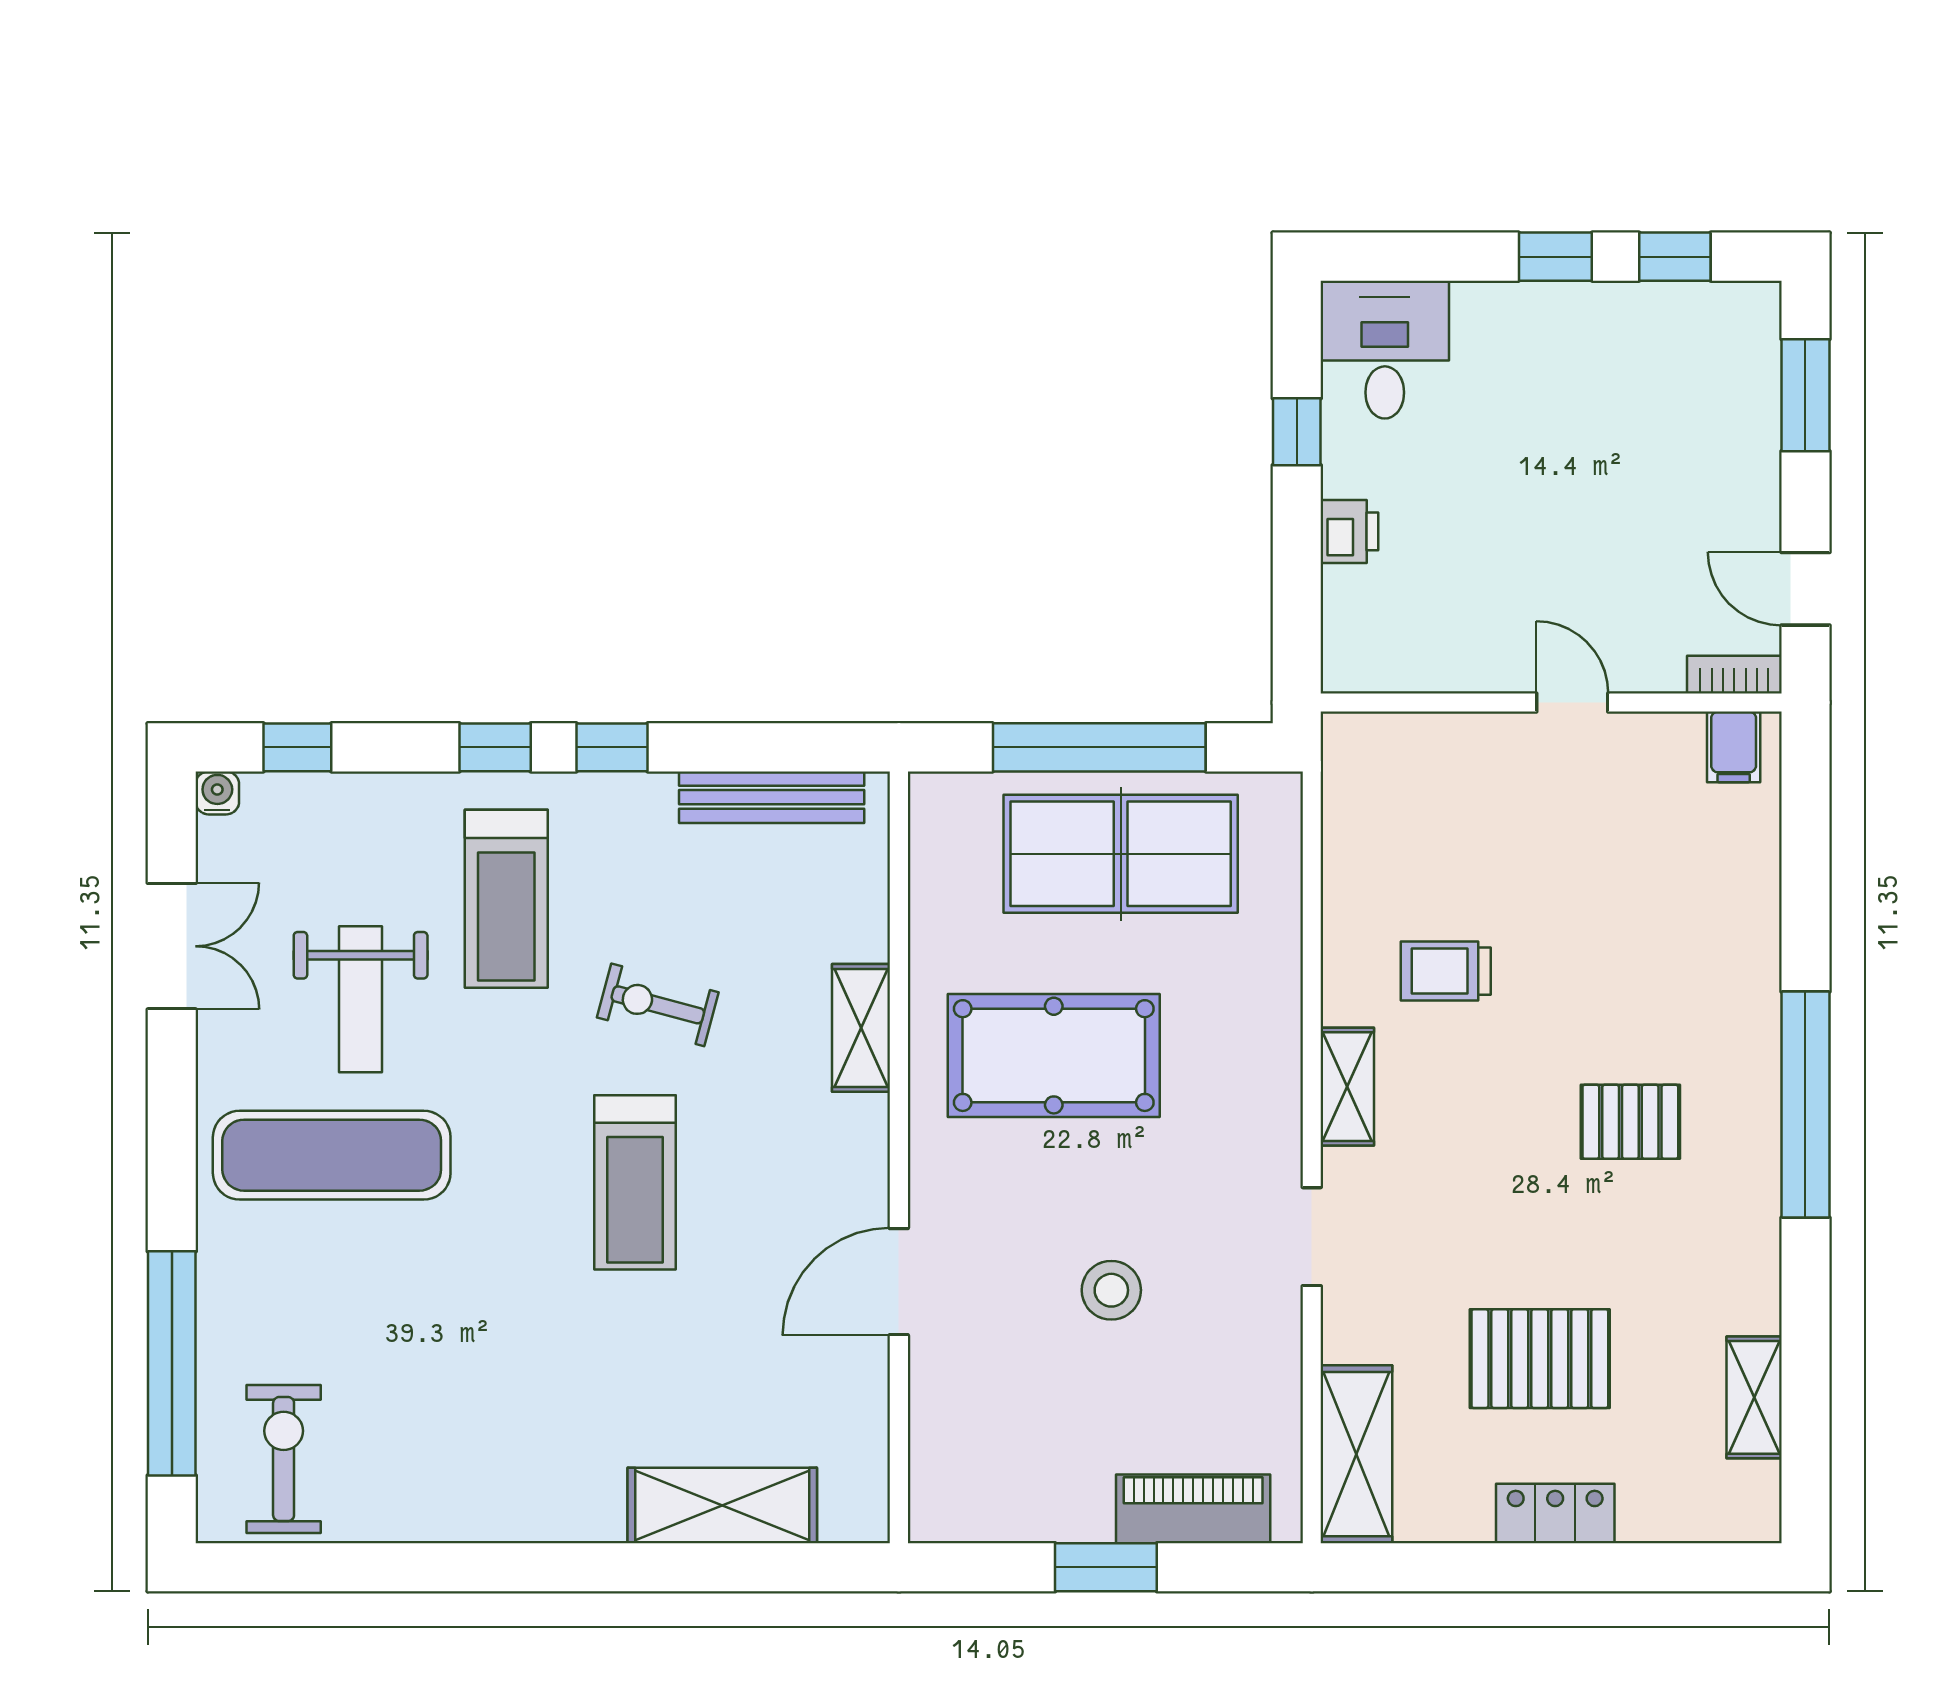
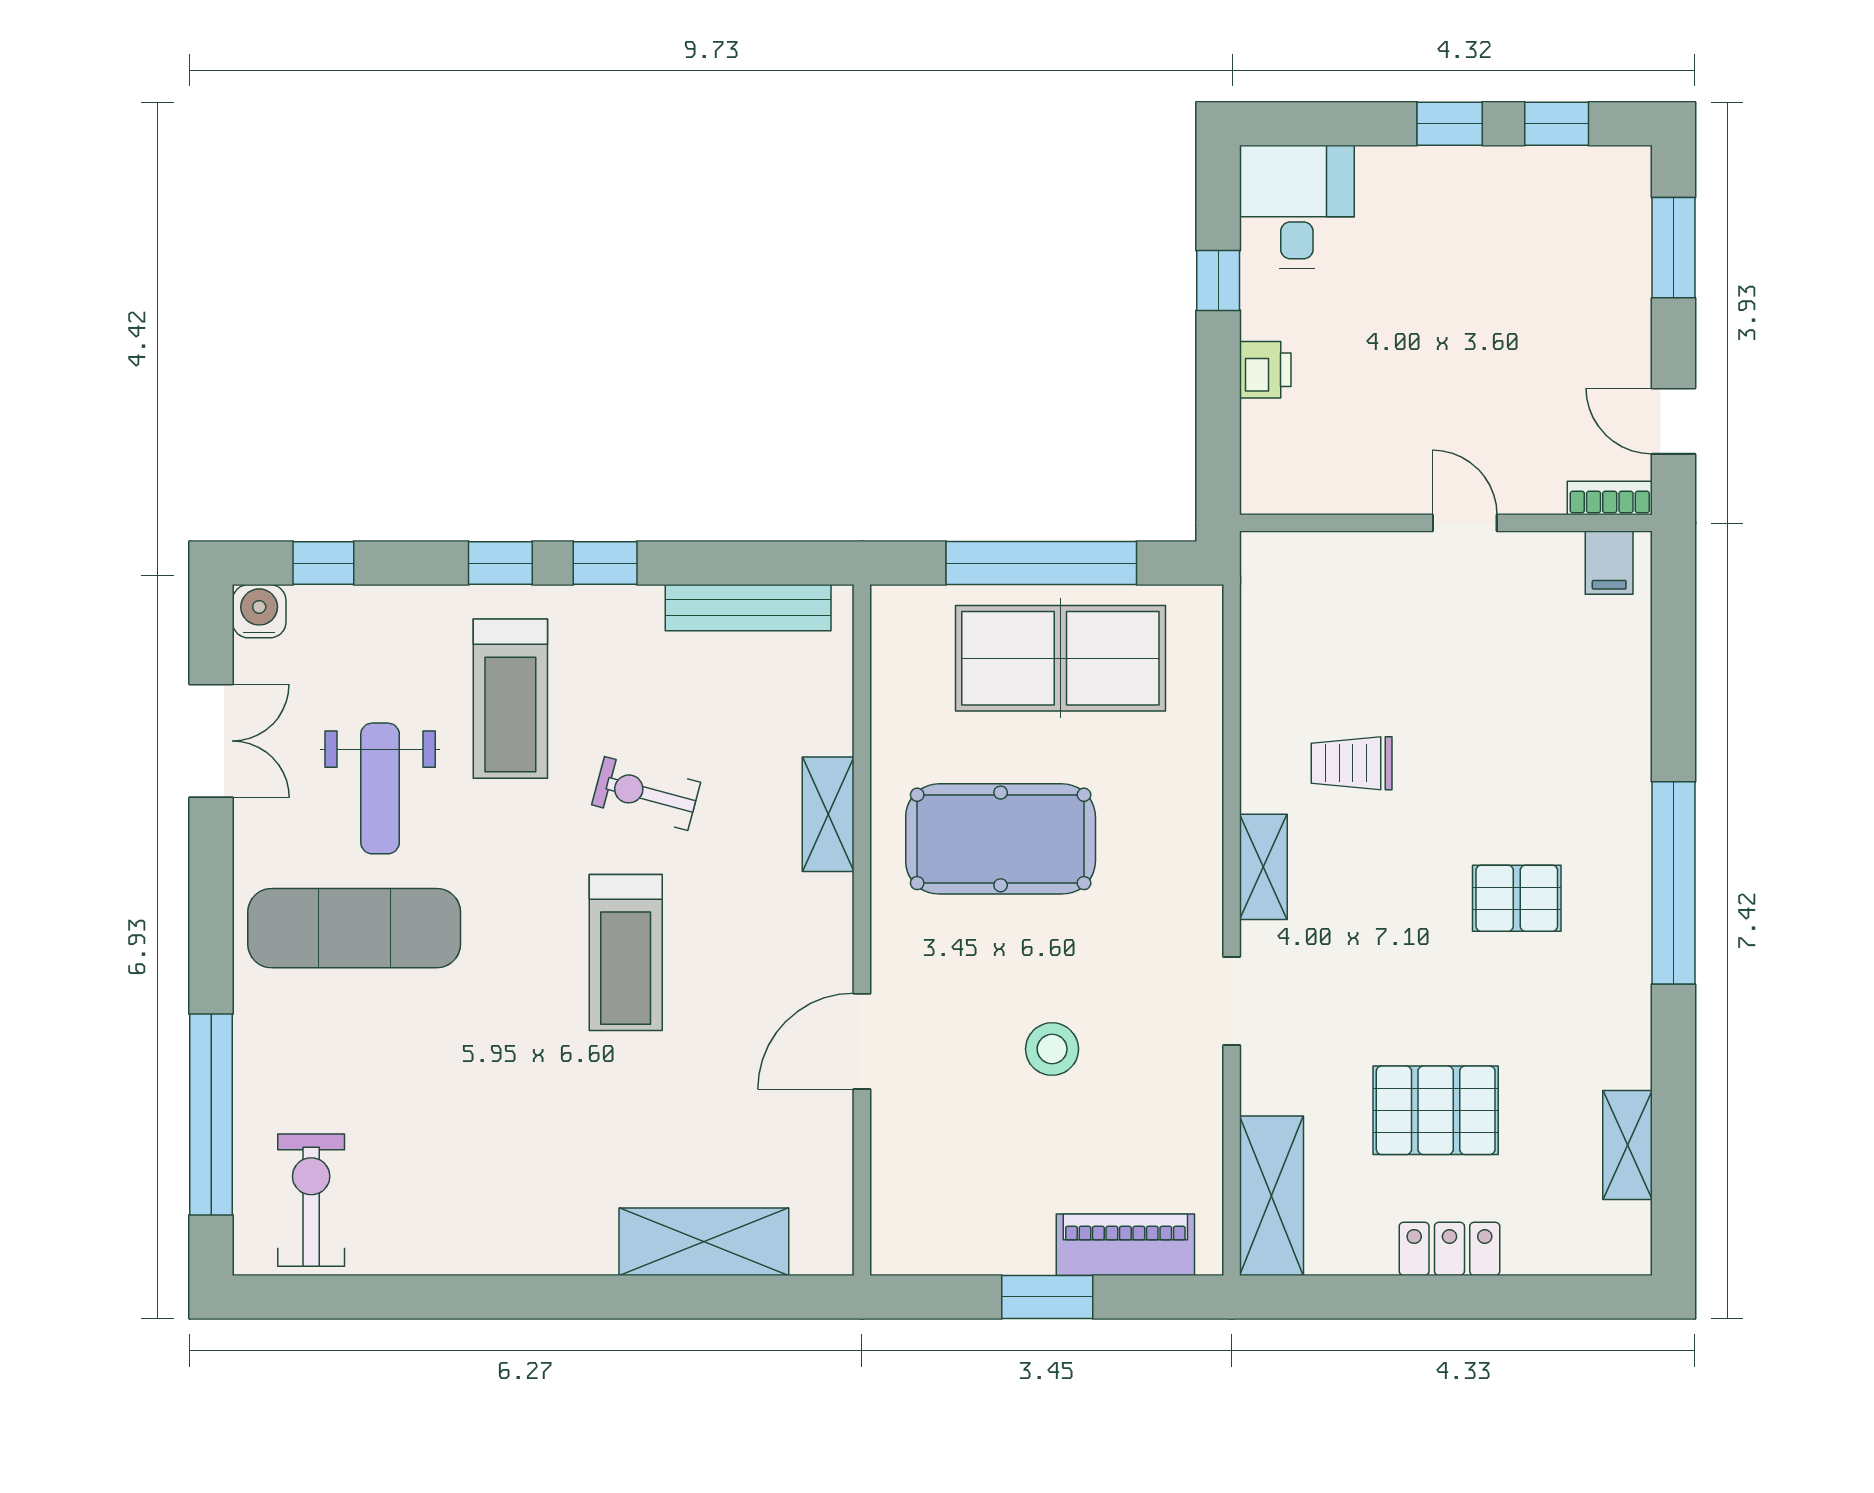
water cooler: (217, 793) -> (259, 611), width x1.38, depth x1.38

